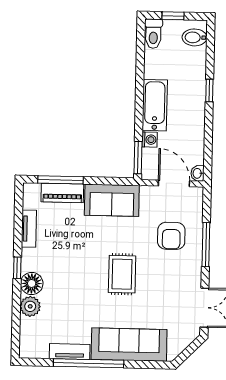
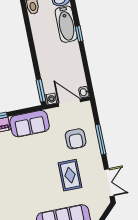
bathtub: (155, 105) -> (66, 24), moved, turned 180
washing machine: (149, 140) -> (50, 99), moved
rug: (122, 274) -> (70, 175), moved

